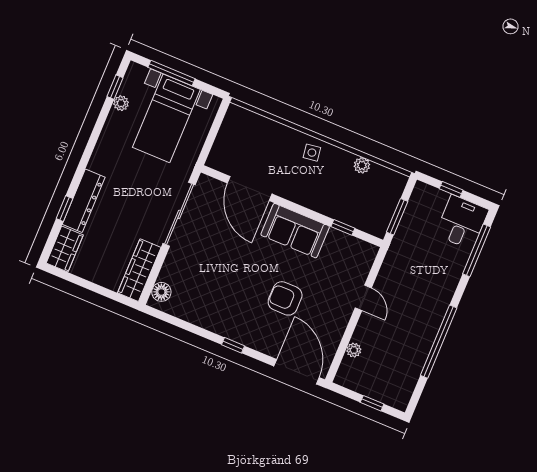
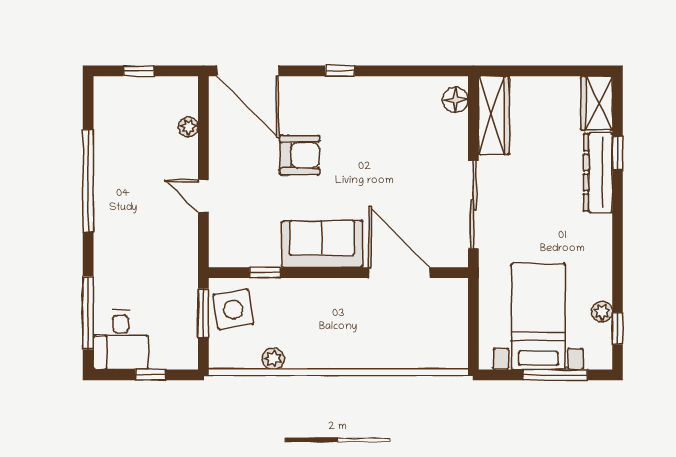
side table: (312, 153) -> (233, 309), moved, width x1.87, depth x1.87

